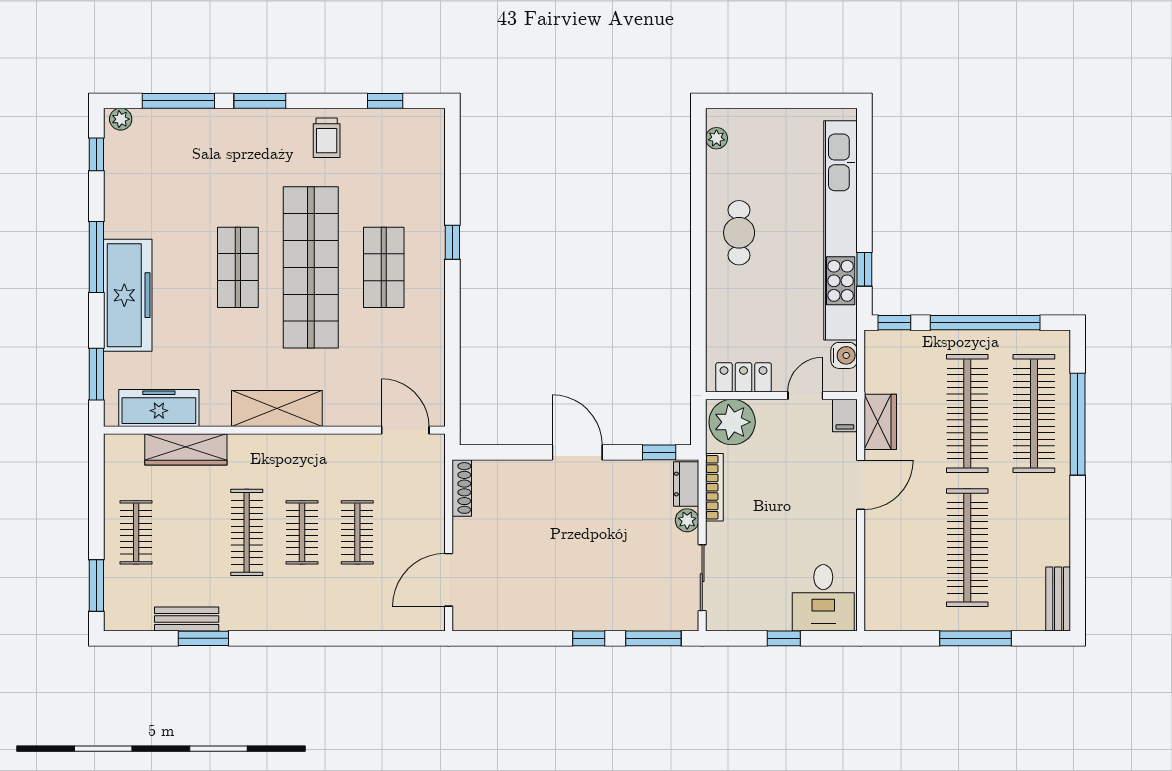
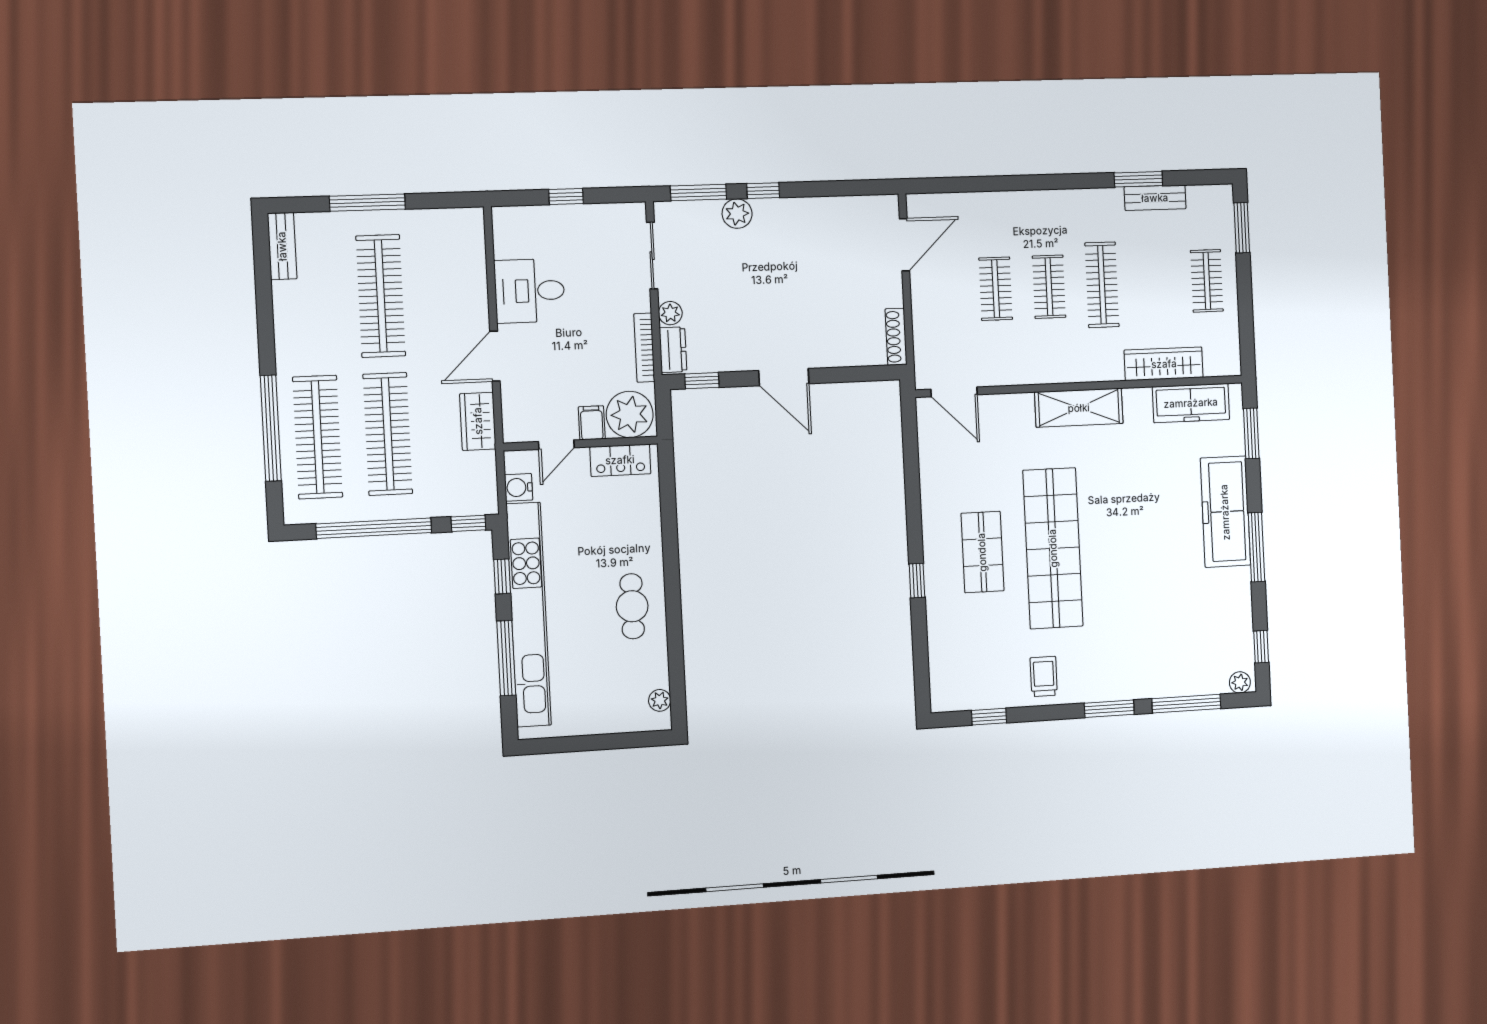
window: (864, 189) -> (506, 658), added
shop shelf: (238, 267) -> (1123, 544), removed
filing cabinet: (845, 415) -> (592, 423), moved
desk: (823, 598) -> (530, 291), moved, turned -90
plant: (616, 616) -> (737, 214), added

